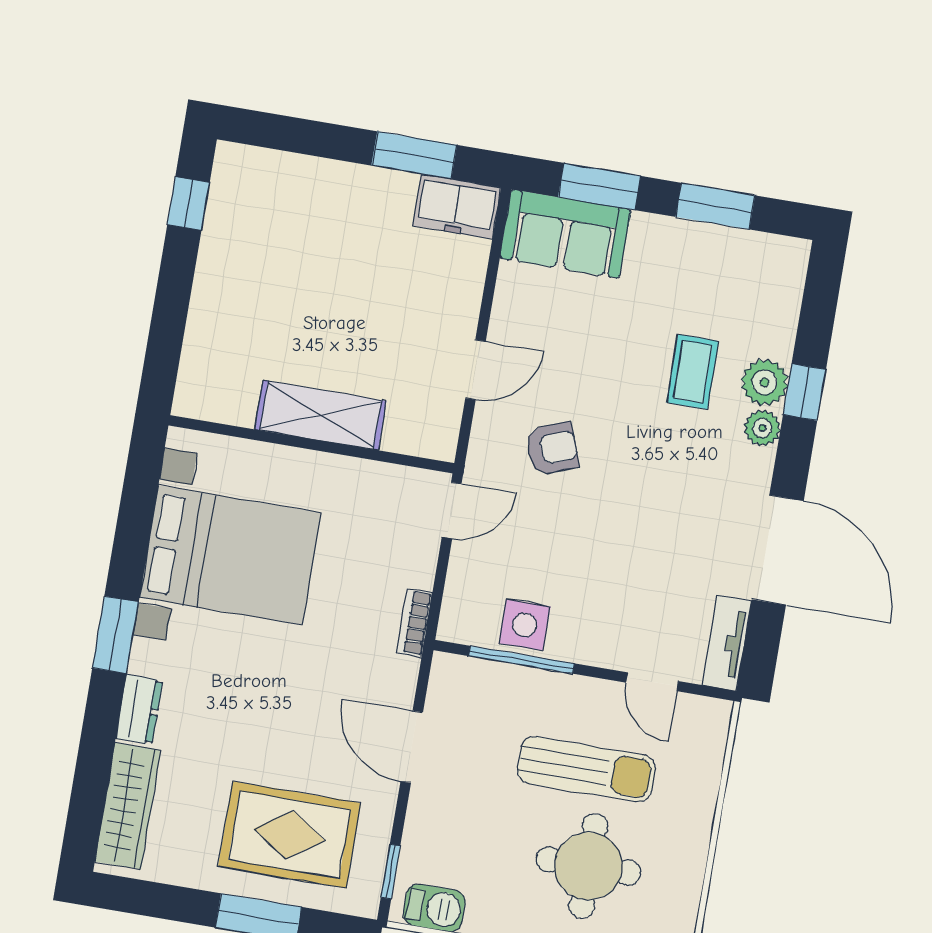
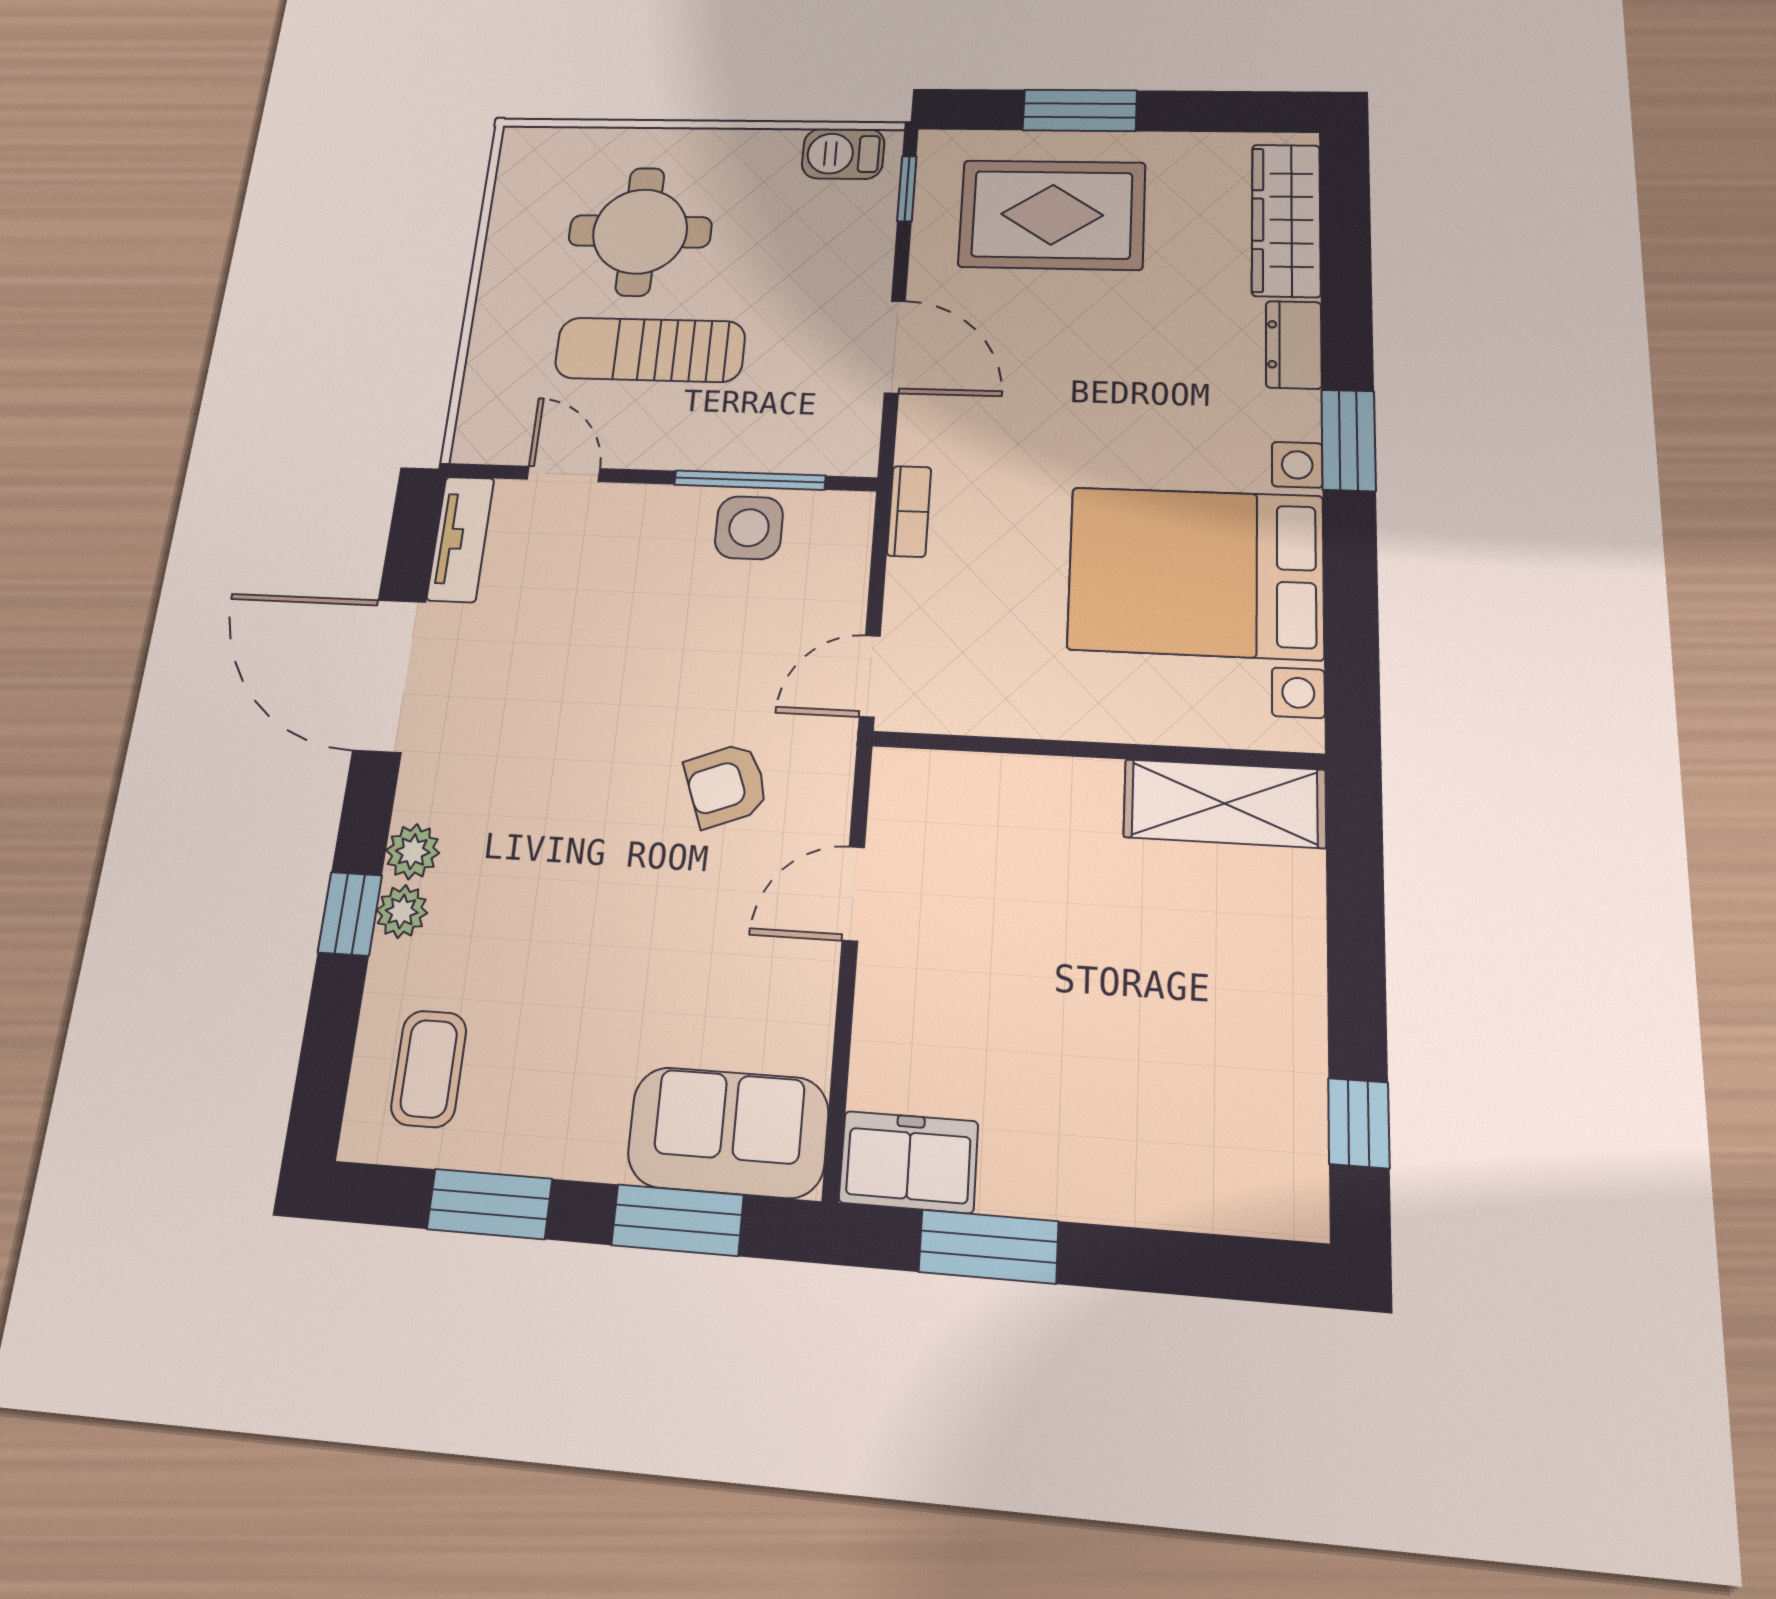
coffee table: (693, 372) -> (429, 1069), moved
plant: (764, 382) -> (402, 911), width x0.73, depth x0.73
shelving: (320, 415) -> (1224, 803), moved

